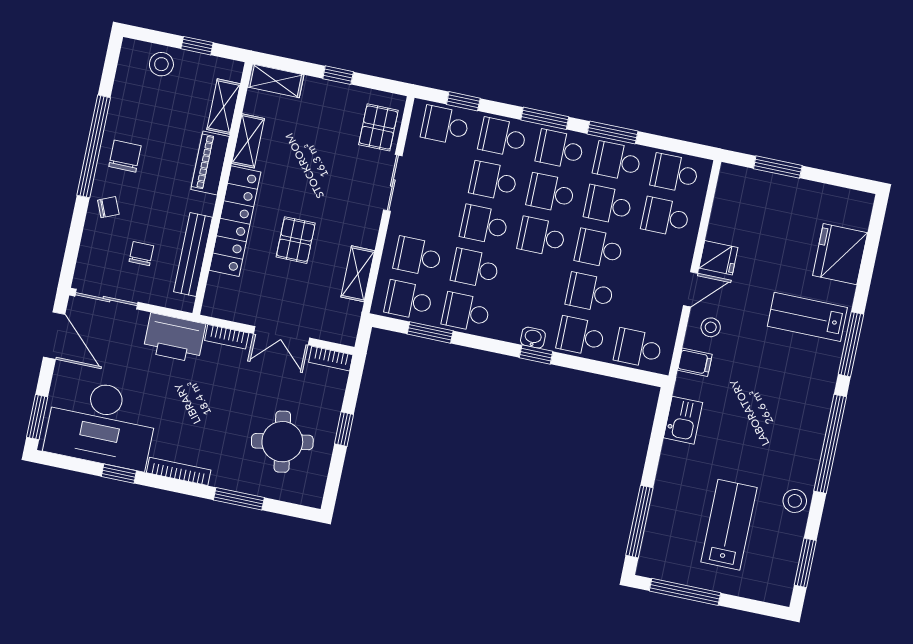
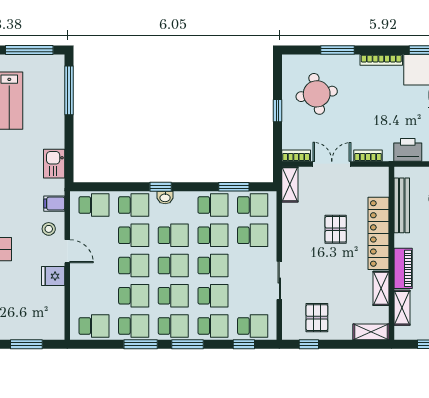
window: (338, 75) -> (309, 344), moved
pallet: (378, 127) -> (317, 318), moved
school desk: (665, 217) -> (173, 235), moved
shelving: (358, 274) -> (290, 184), moved
door: (691, 289) -> (67, 251), swing flipped
printer: (174, 338) -> (408, 150), width x0.73, depth x0.84

